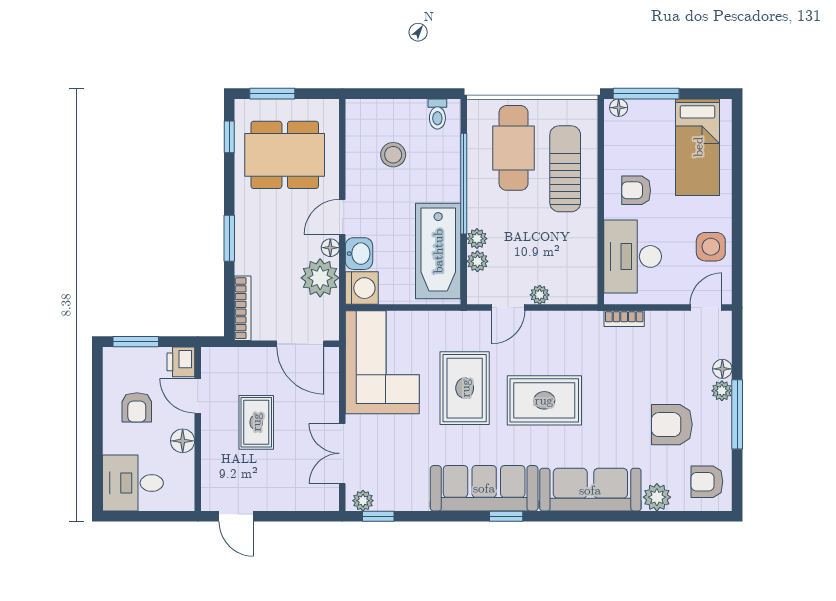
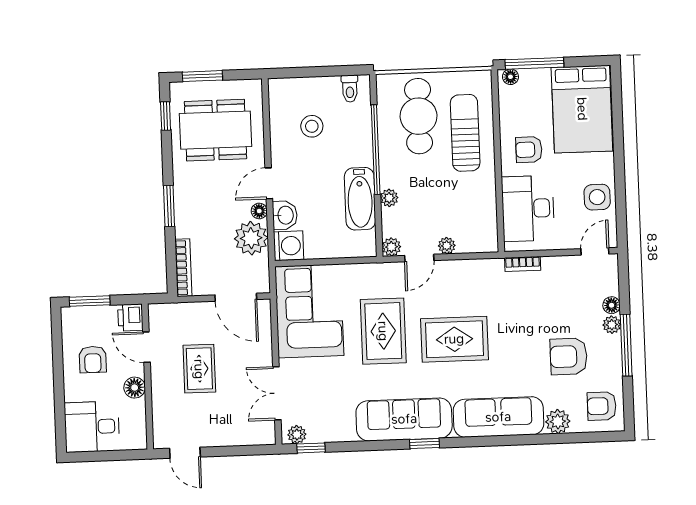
bed: (698, 147) -> (582, 109), width x1.50
bathtub: (438, 251) -> (360, 199), width x0.73, depth x0.73
plant: (477, 261) -> (391, 247), moved

